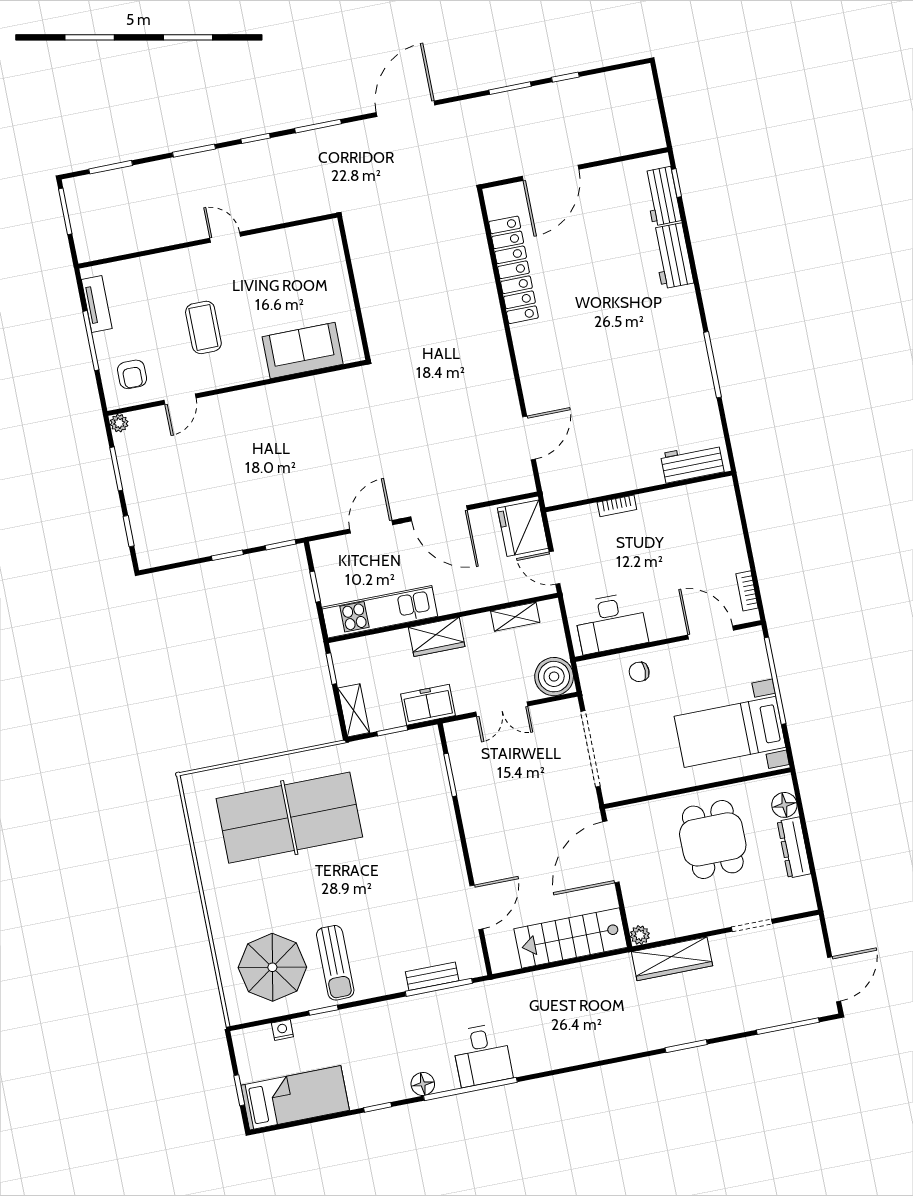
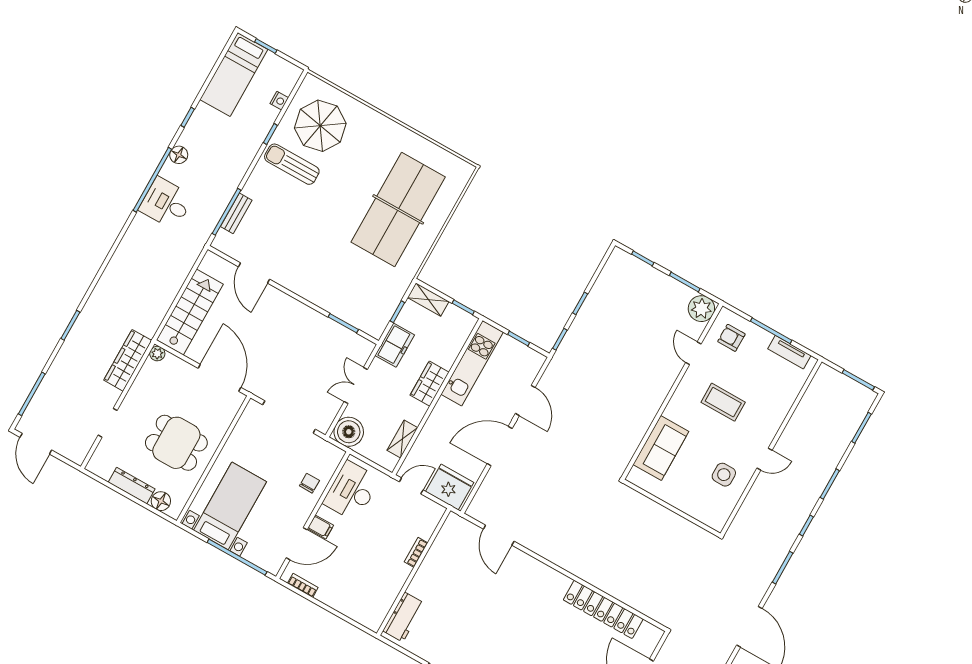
side table: (275, 265) -> (724, 475), added
plant: (119, 423) -> (701, 309), width x1.88, depth x1.88
filing cabinet: (673, 623) -> (320, 527), added

